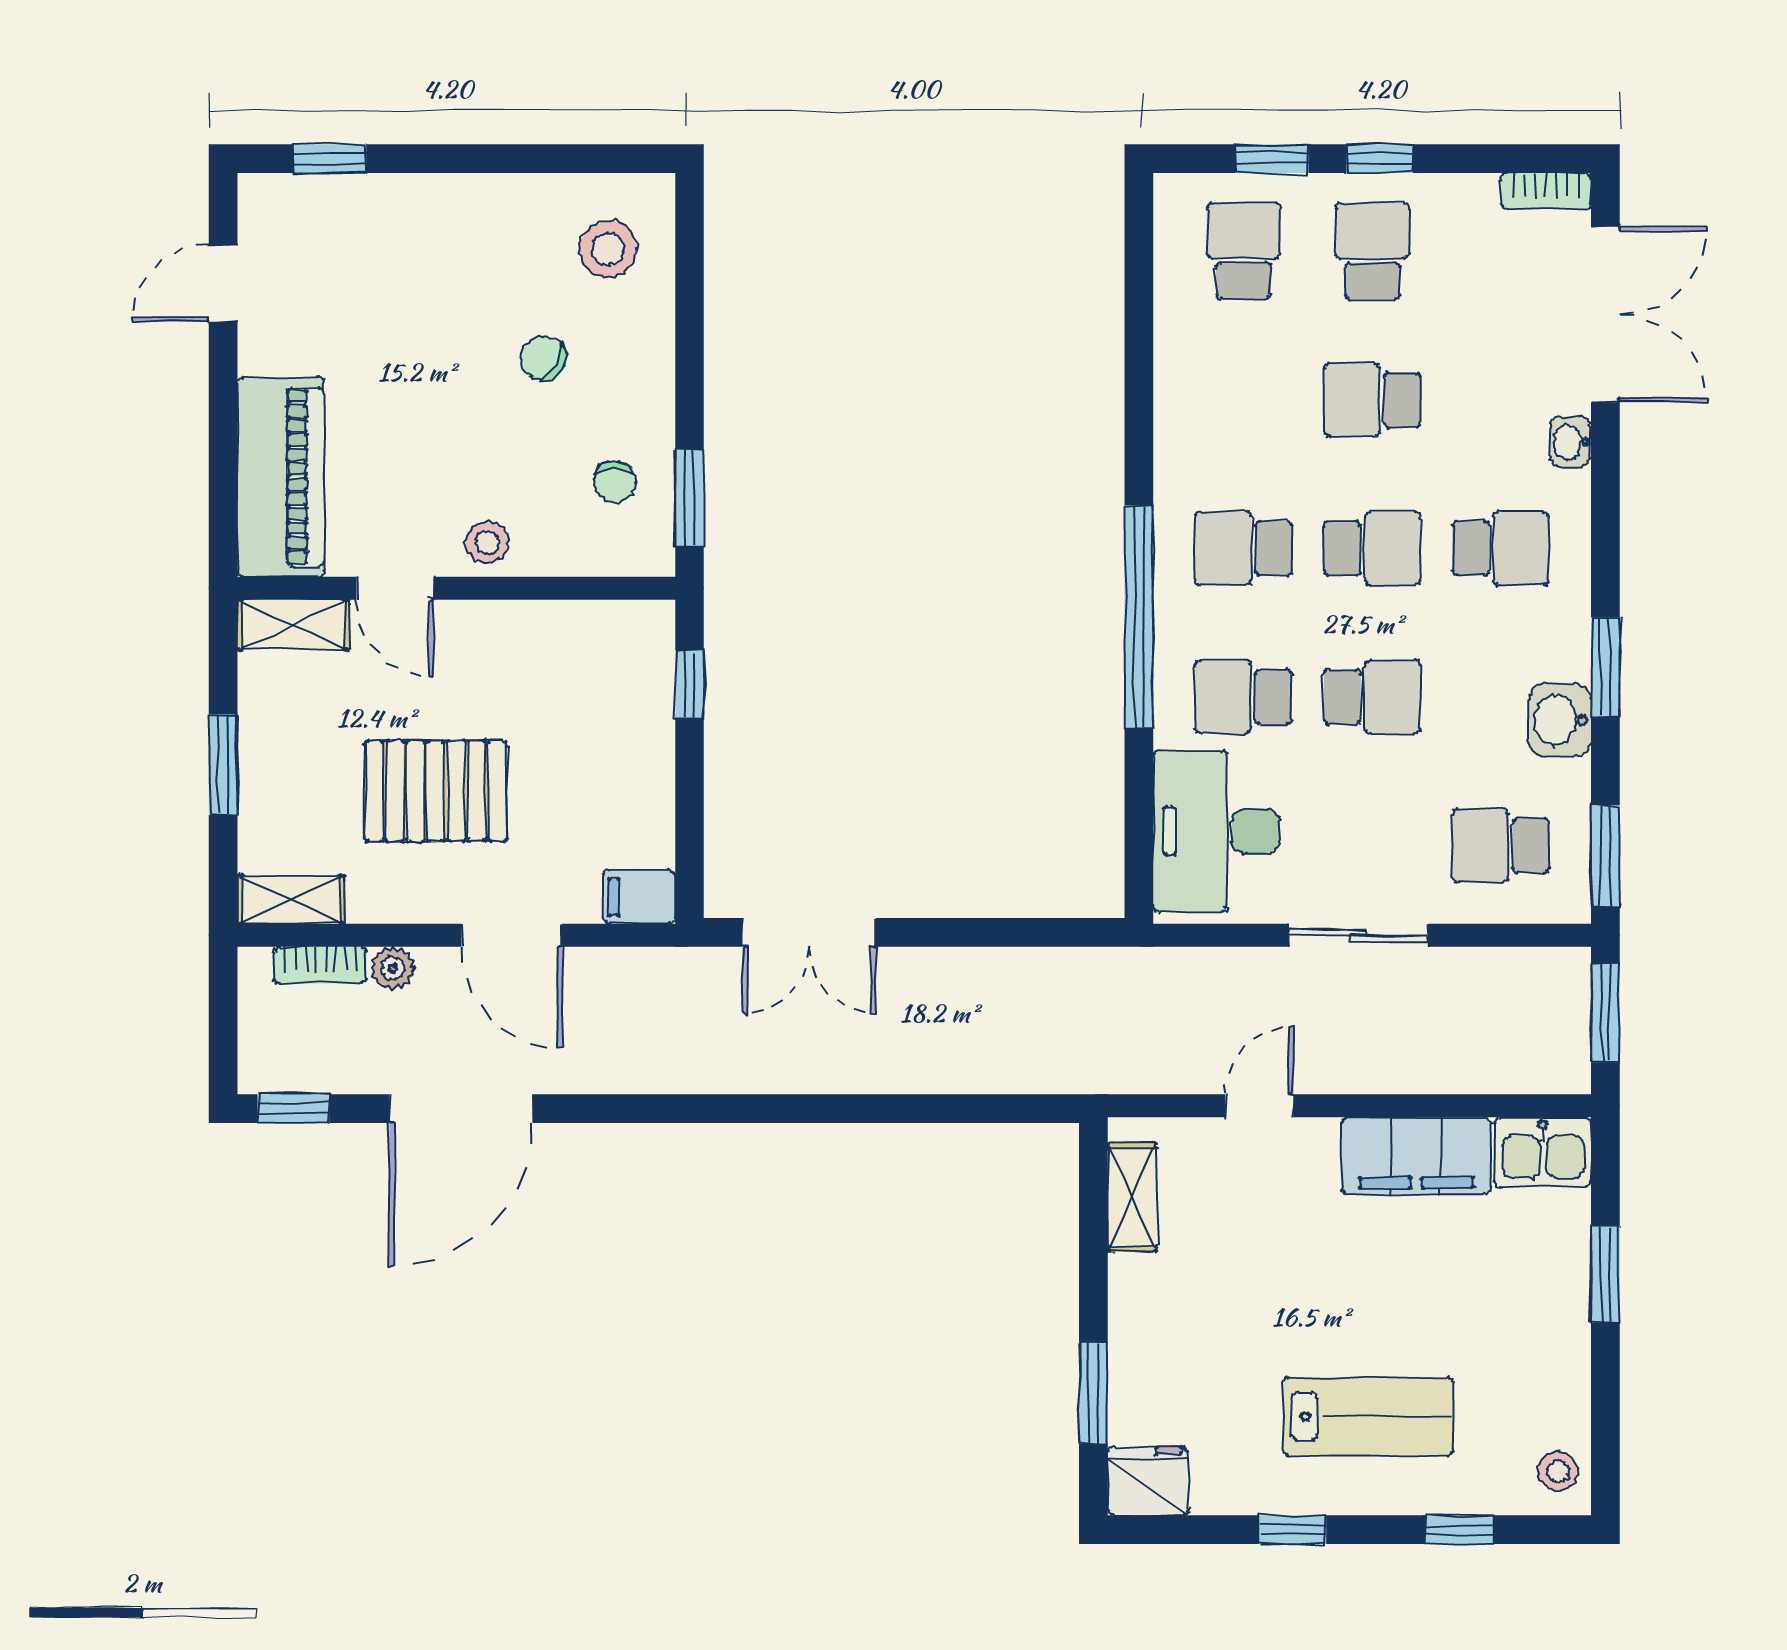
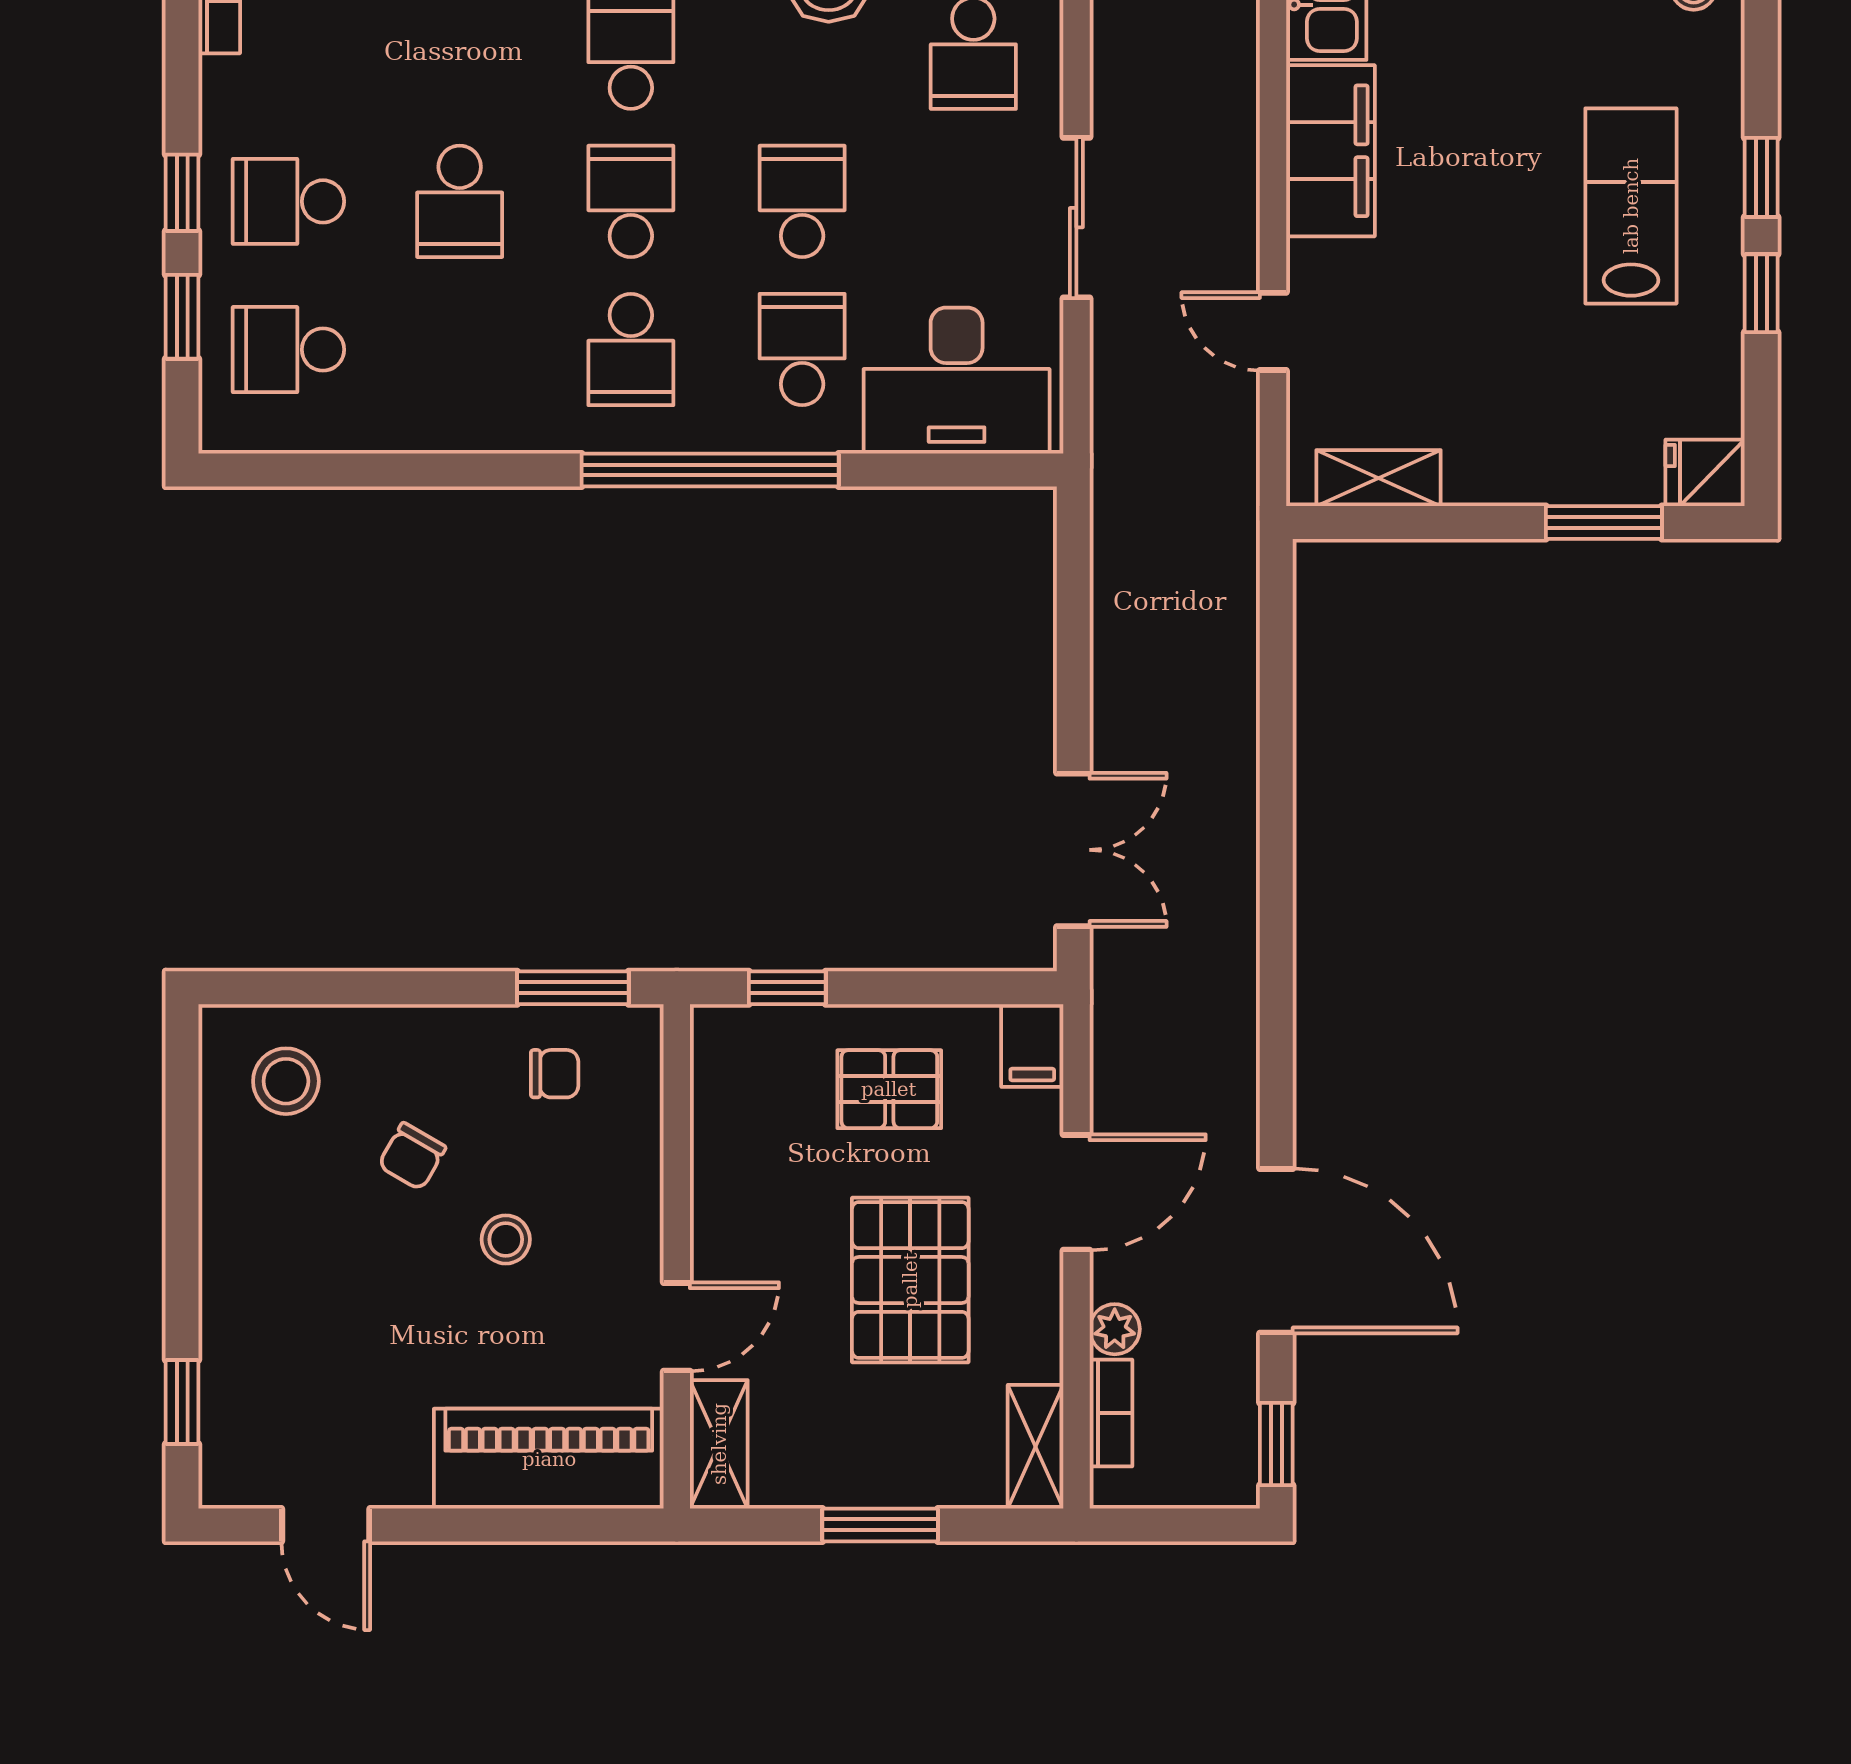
stool: (487, 542) -> (506, 1239), moved
school desk: (1244, 697) -> (802, 350), turned 180
pallet: (601, 773) -> (889, 1089), added
fridge: (1148, 1481) -> (1705, 473), width x0.72
window: (1459, 1530) -> (1761, 177), moved

